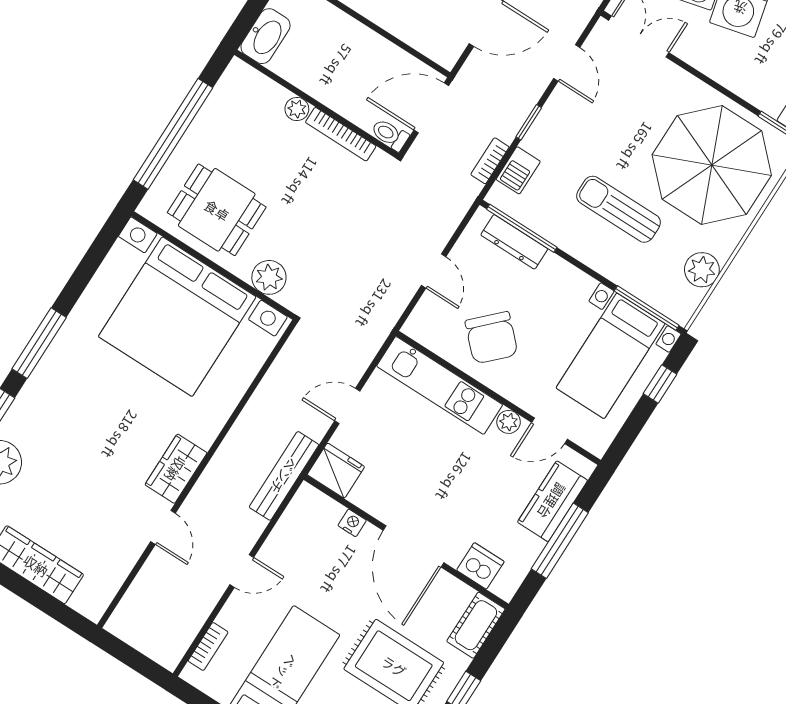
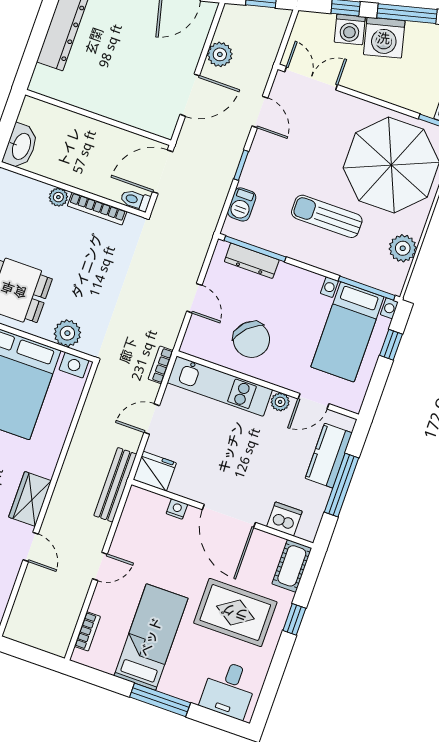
bookcase: (490, 161) -> (161, 365), moved

